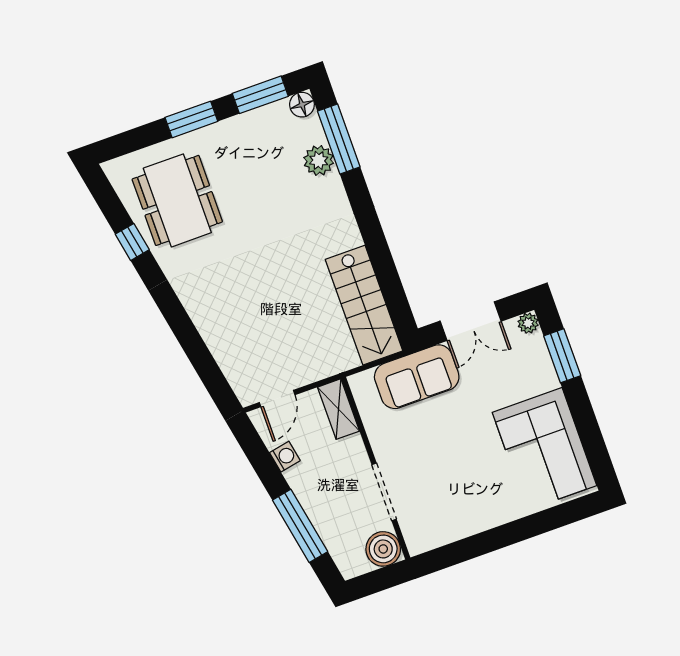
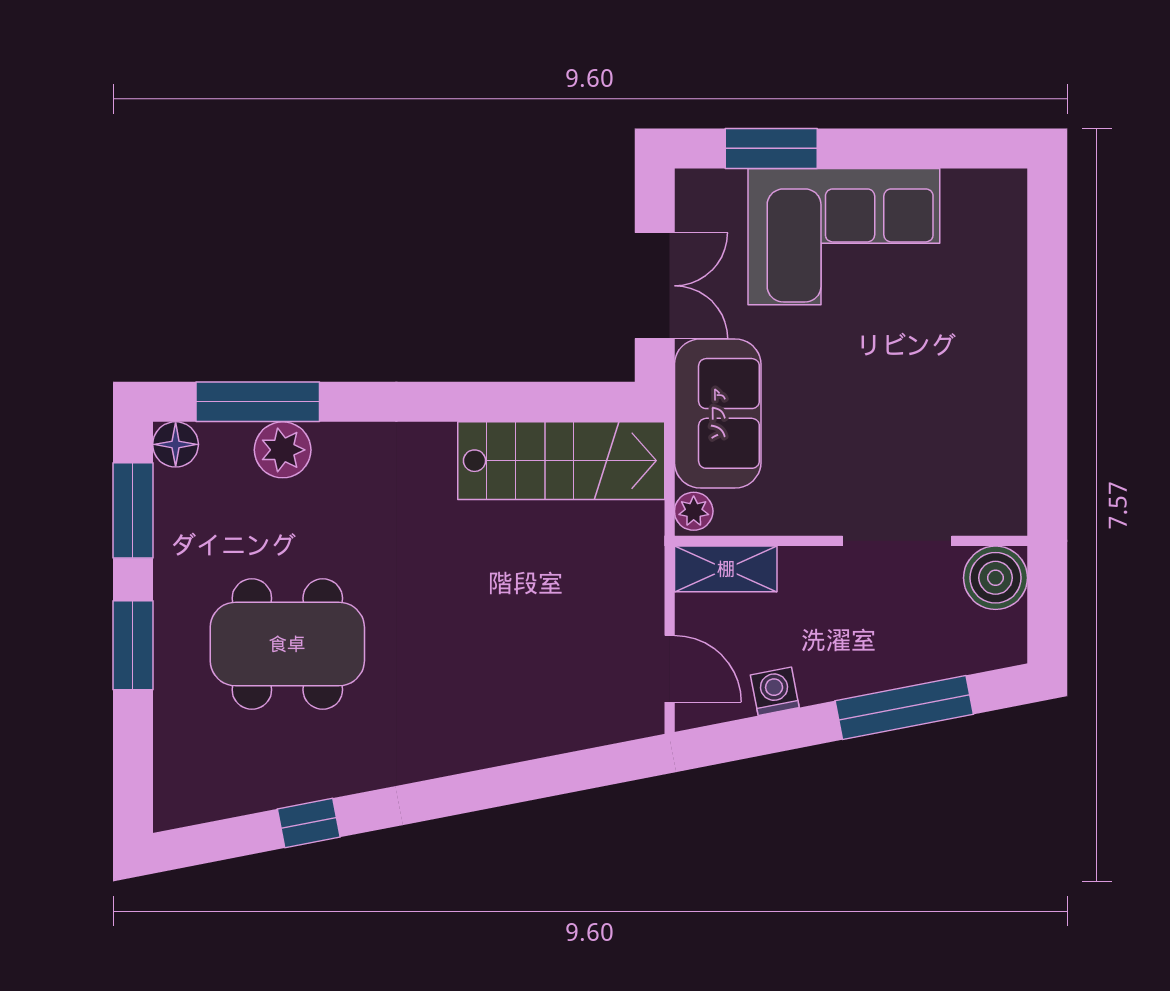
dining table: (177, 200) -> (287, 644), moved
plant: (528, 323) -> (694, 511), moved
corner sofa: (544, 449) -> (844, 237), moved

